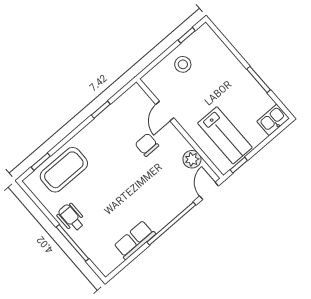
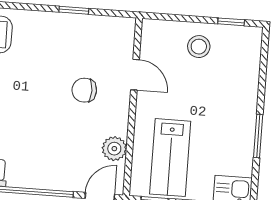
door: (165, 111) -> (135, 75), swing flipped
chair: (147, 145) -> (84, 90), turned -90

